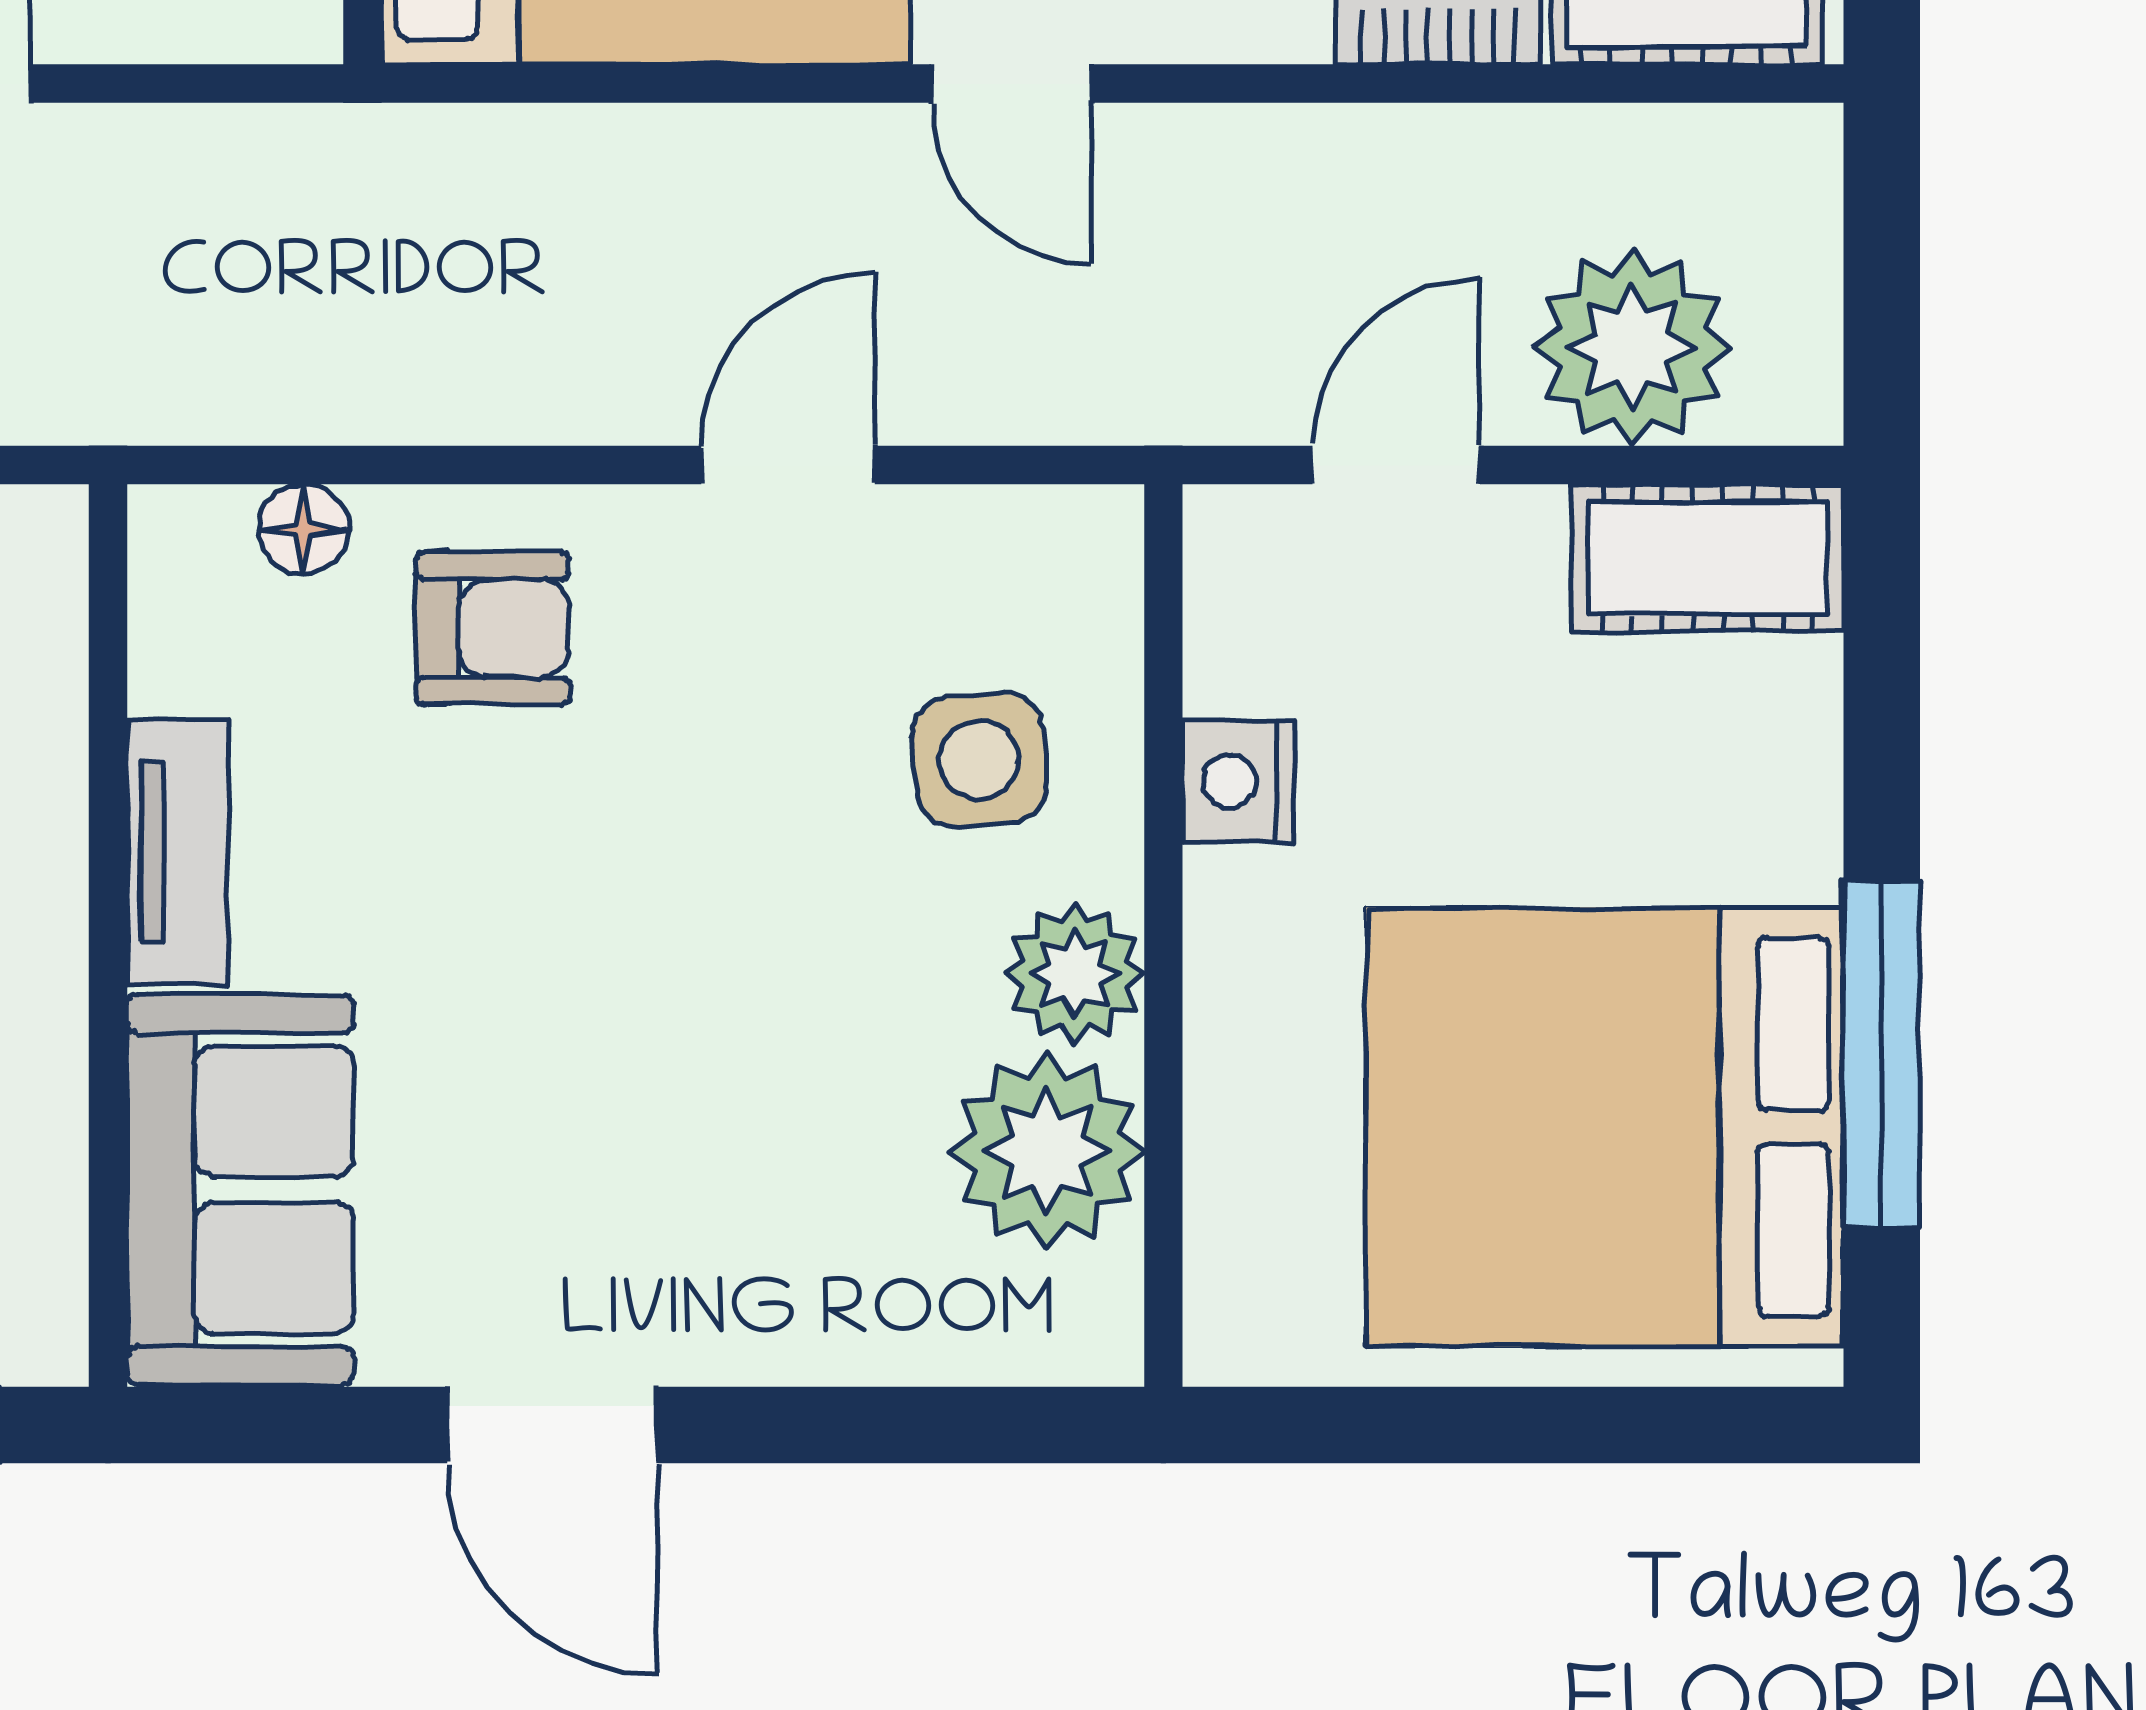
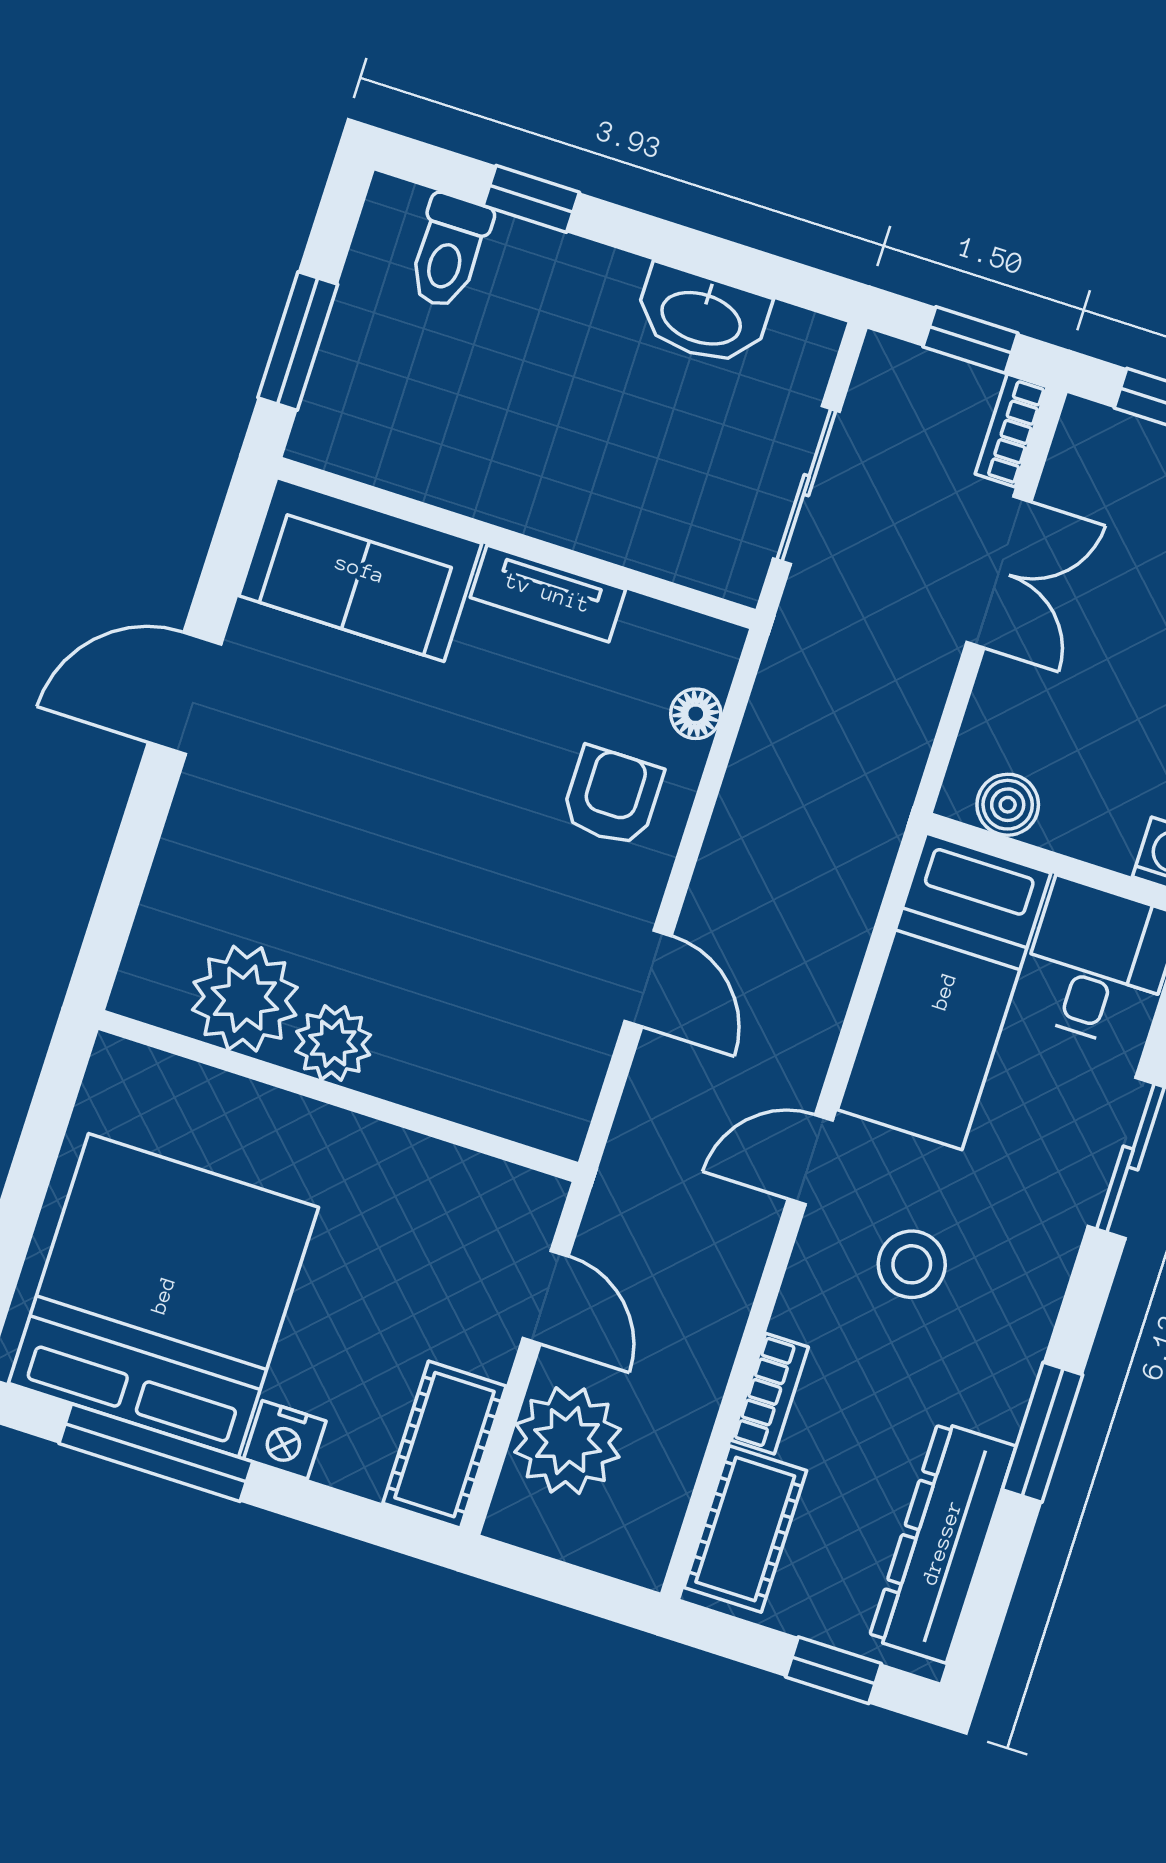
armchair: (493, 628) -> (612, 796), turned 180
side table: (979, 760) -> (461, 1029), removed
nightstand: (1238, 781) -> (285, 1440), moved, turned 180

